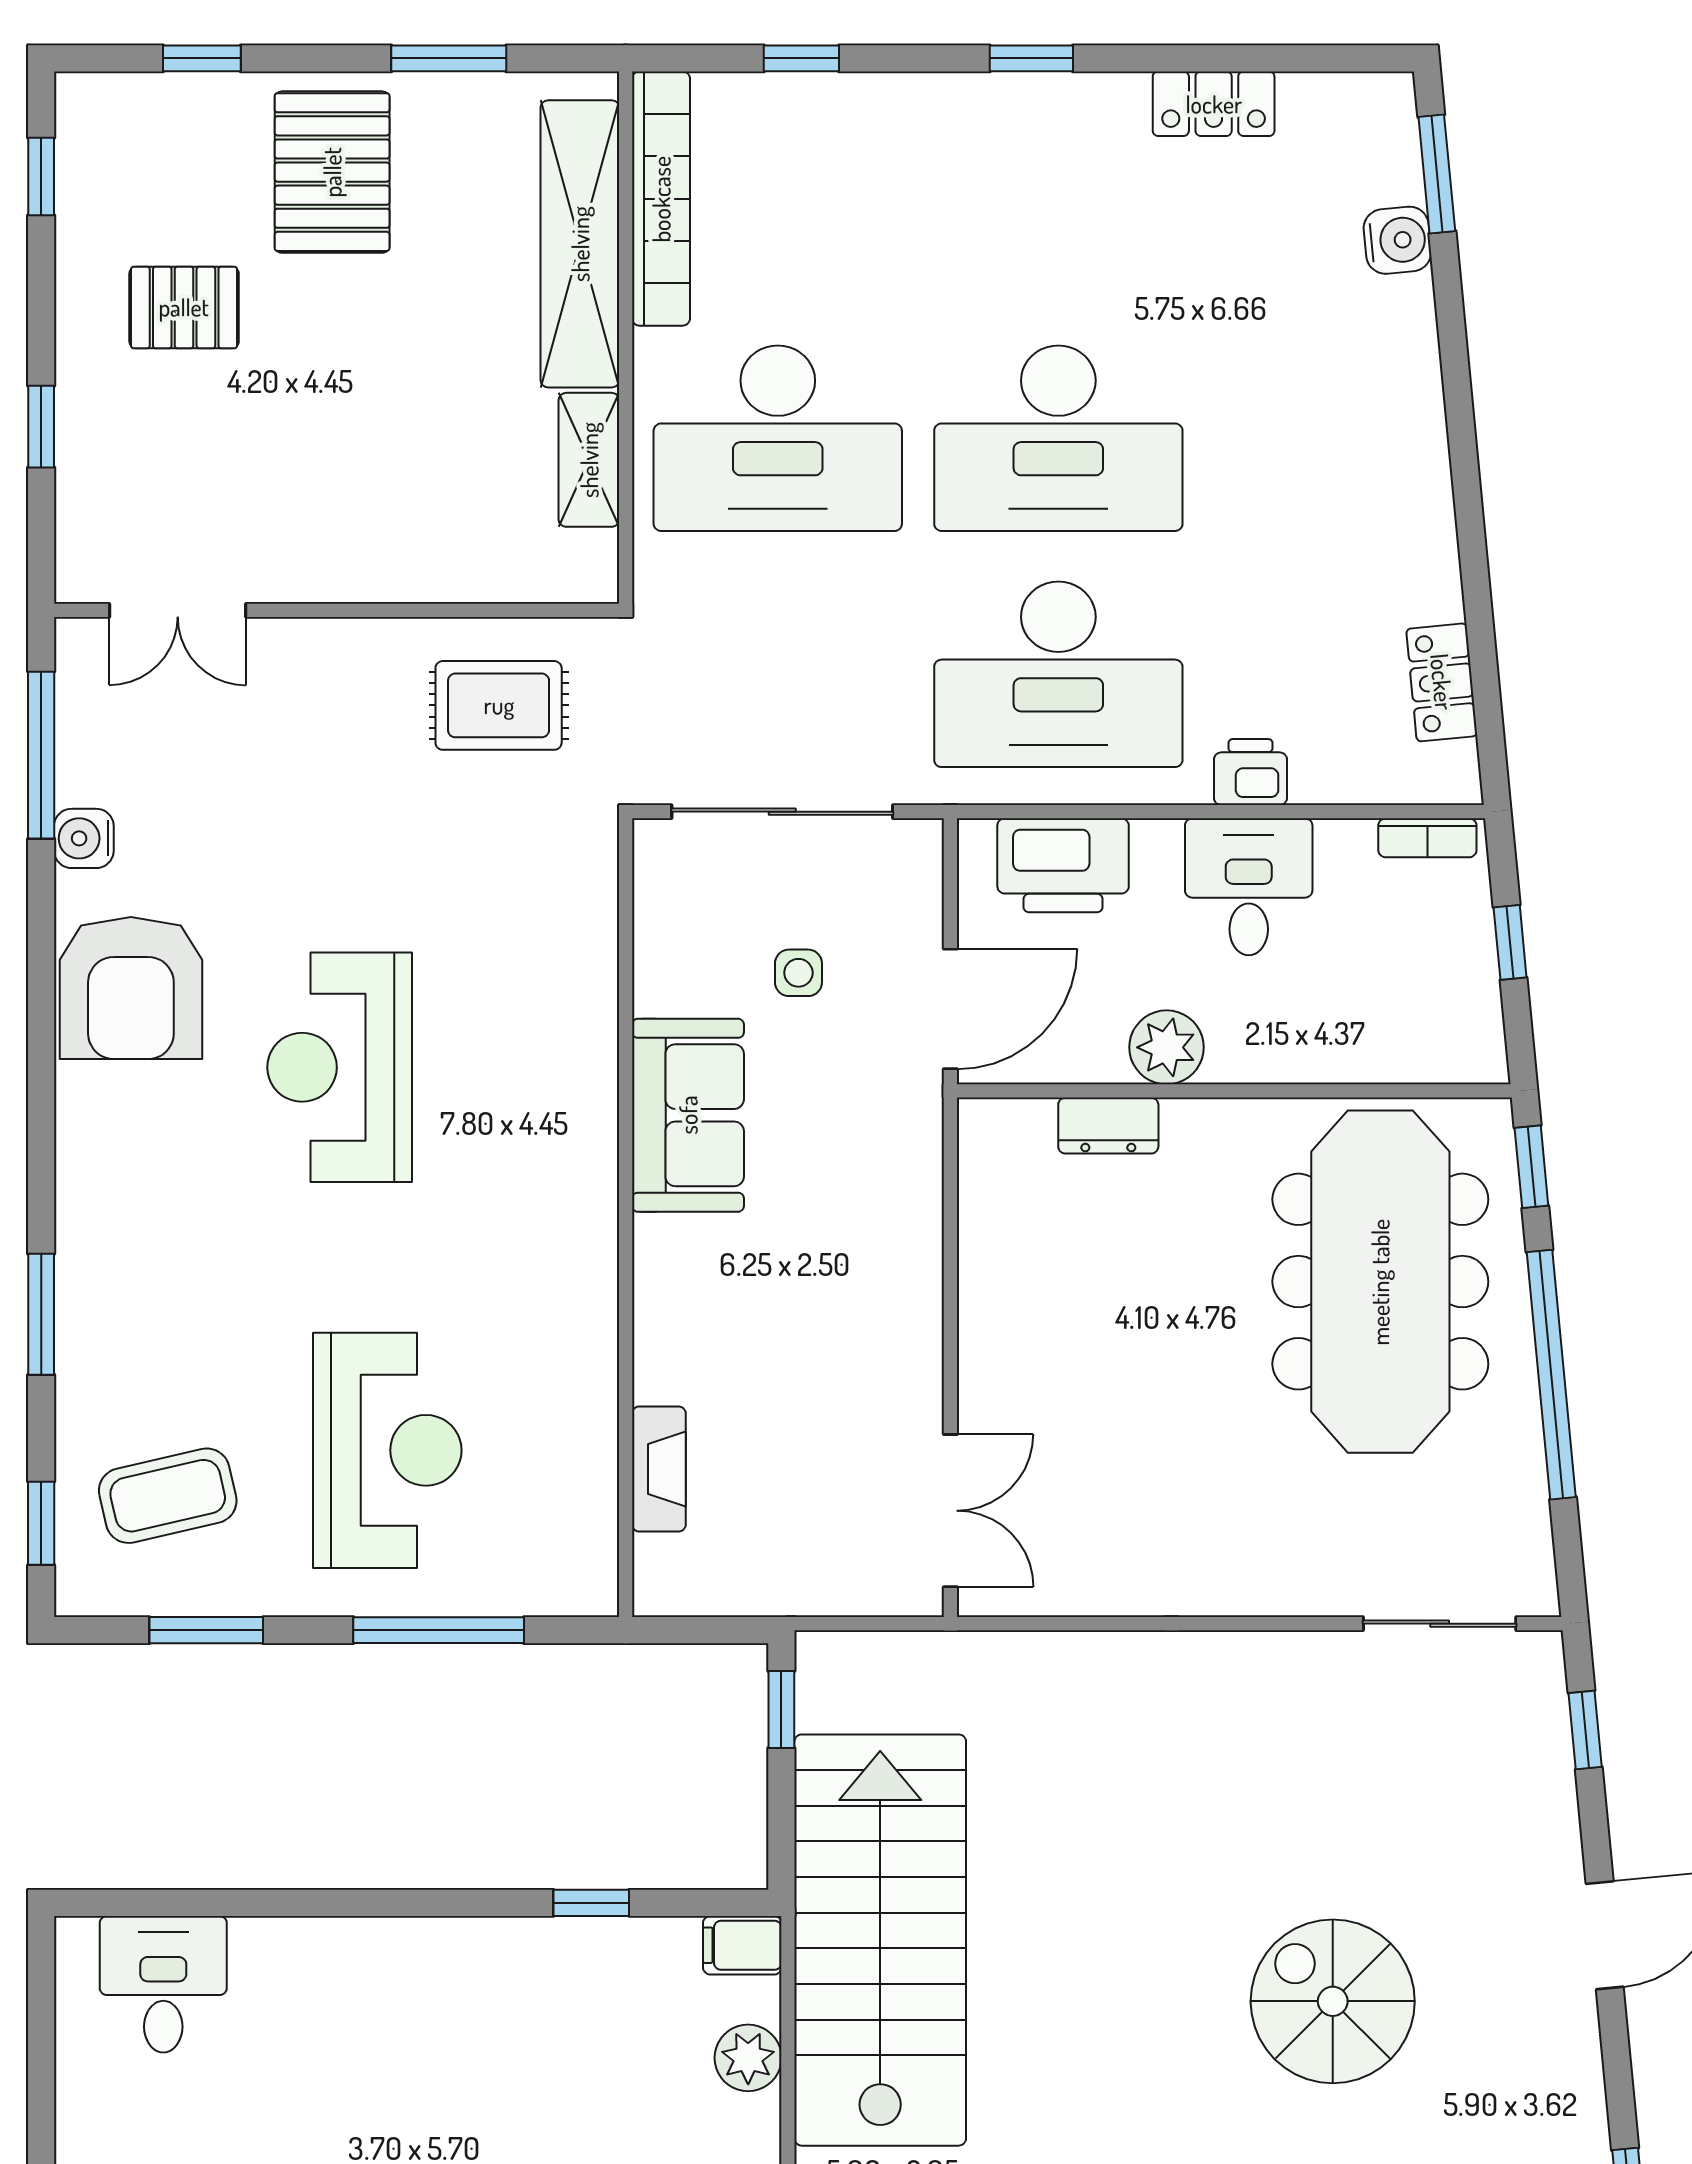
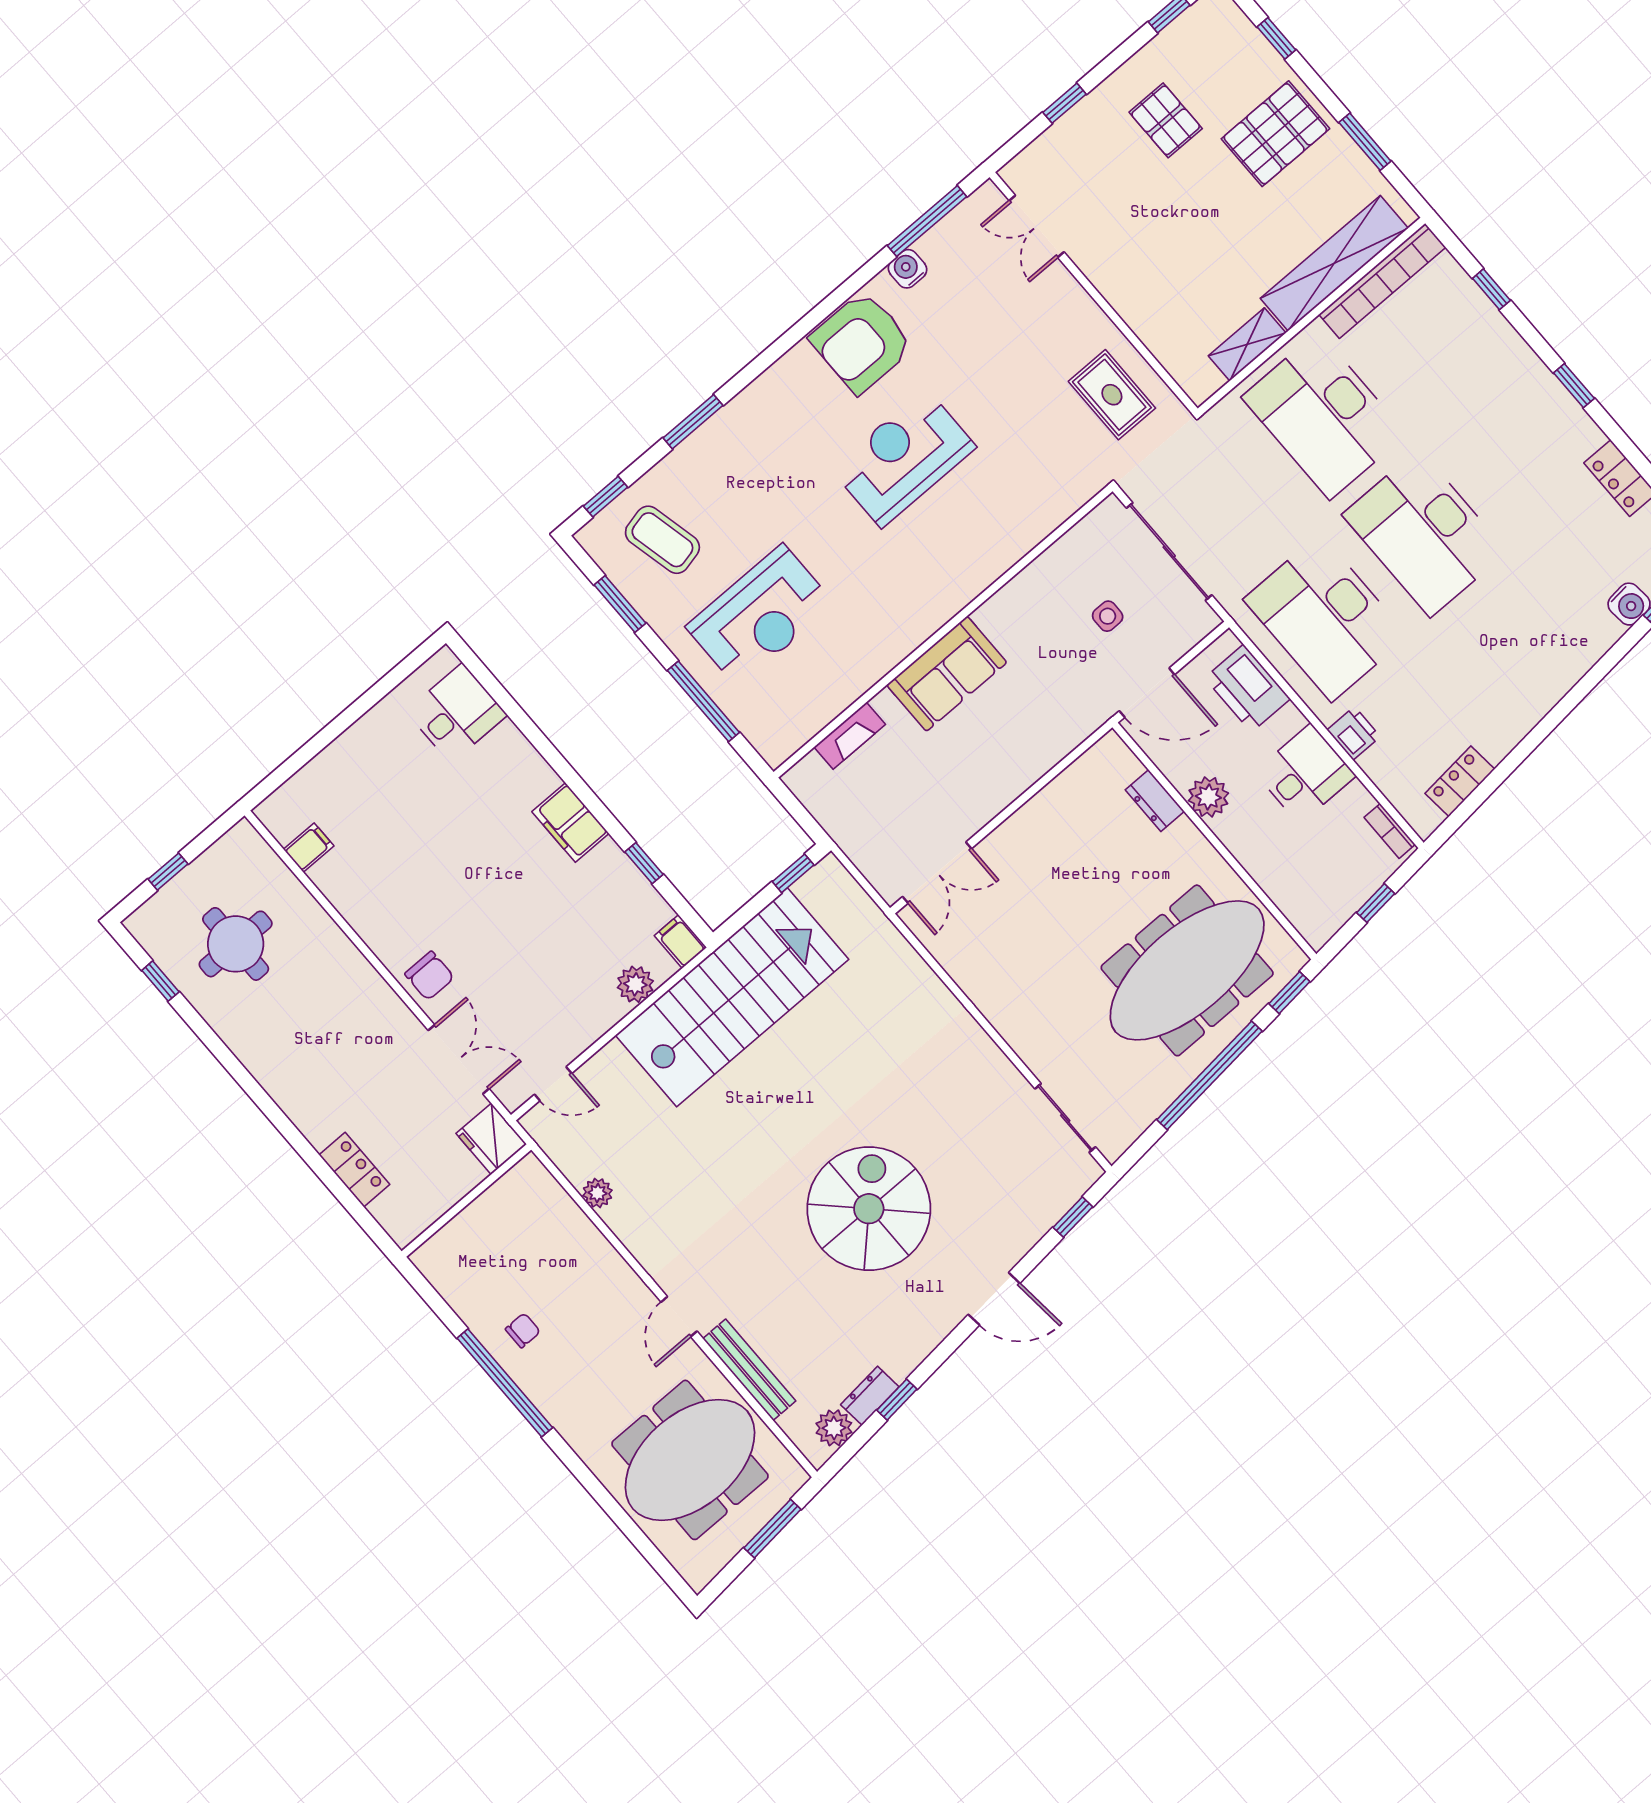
sofa: (688, 1115) -> (947, 674), moved
filing cabinet: (449, 1956) -> (570, 823), added
spiral stairs: (1333, 2001) -> (869, 1209), width x1.37, depth x1.37

